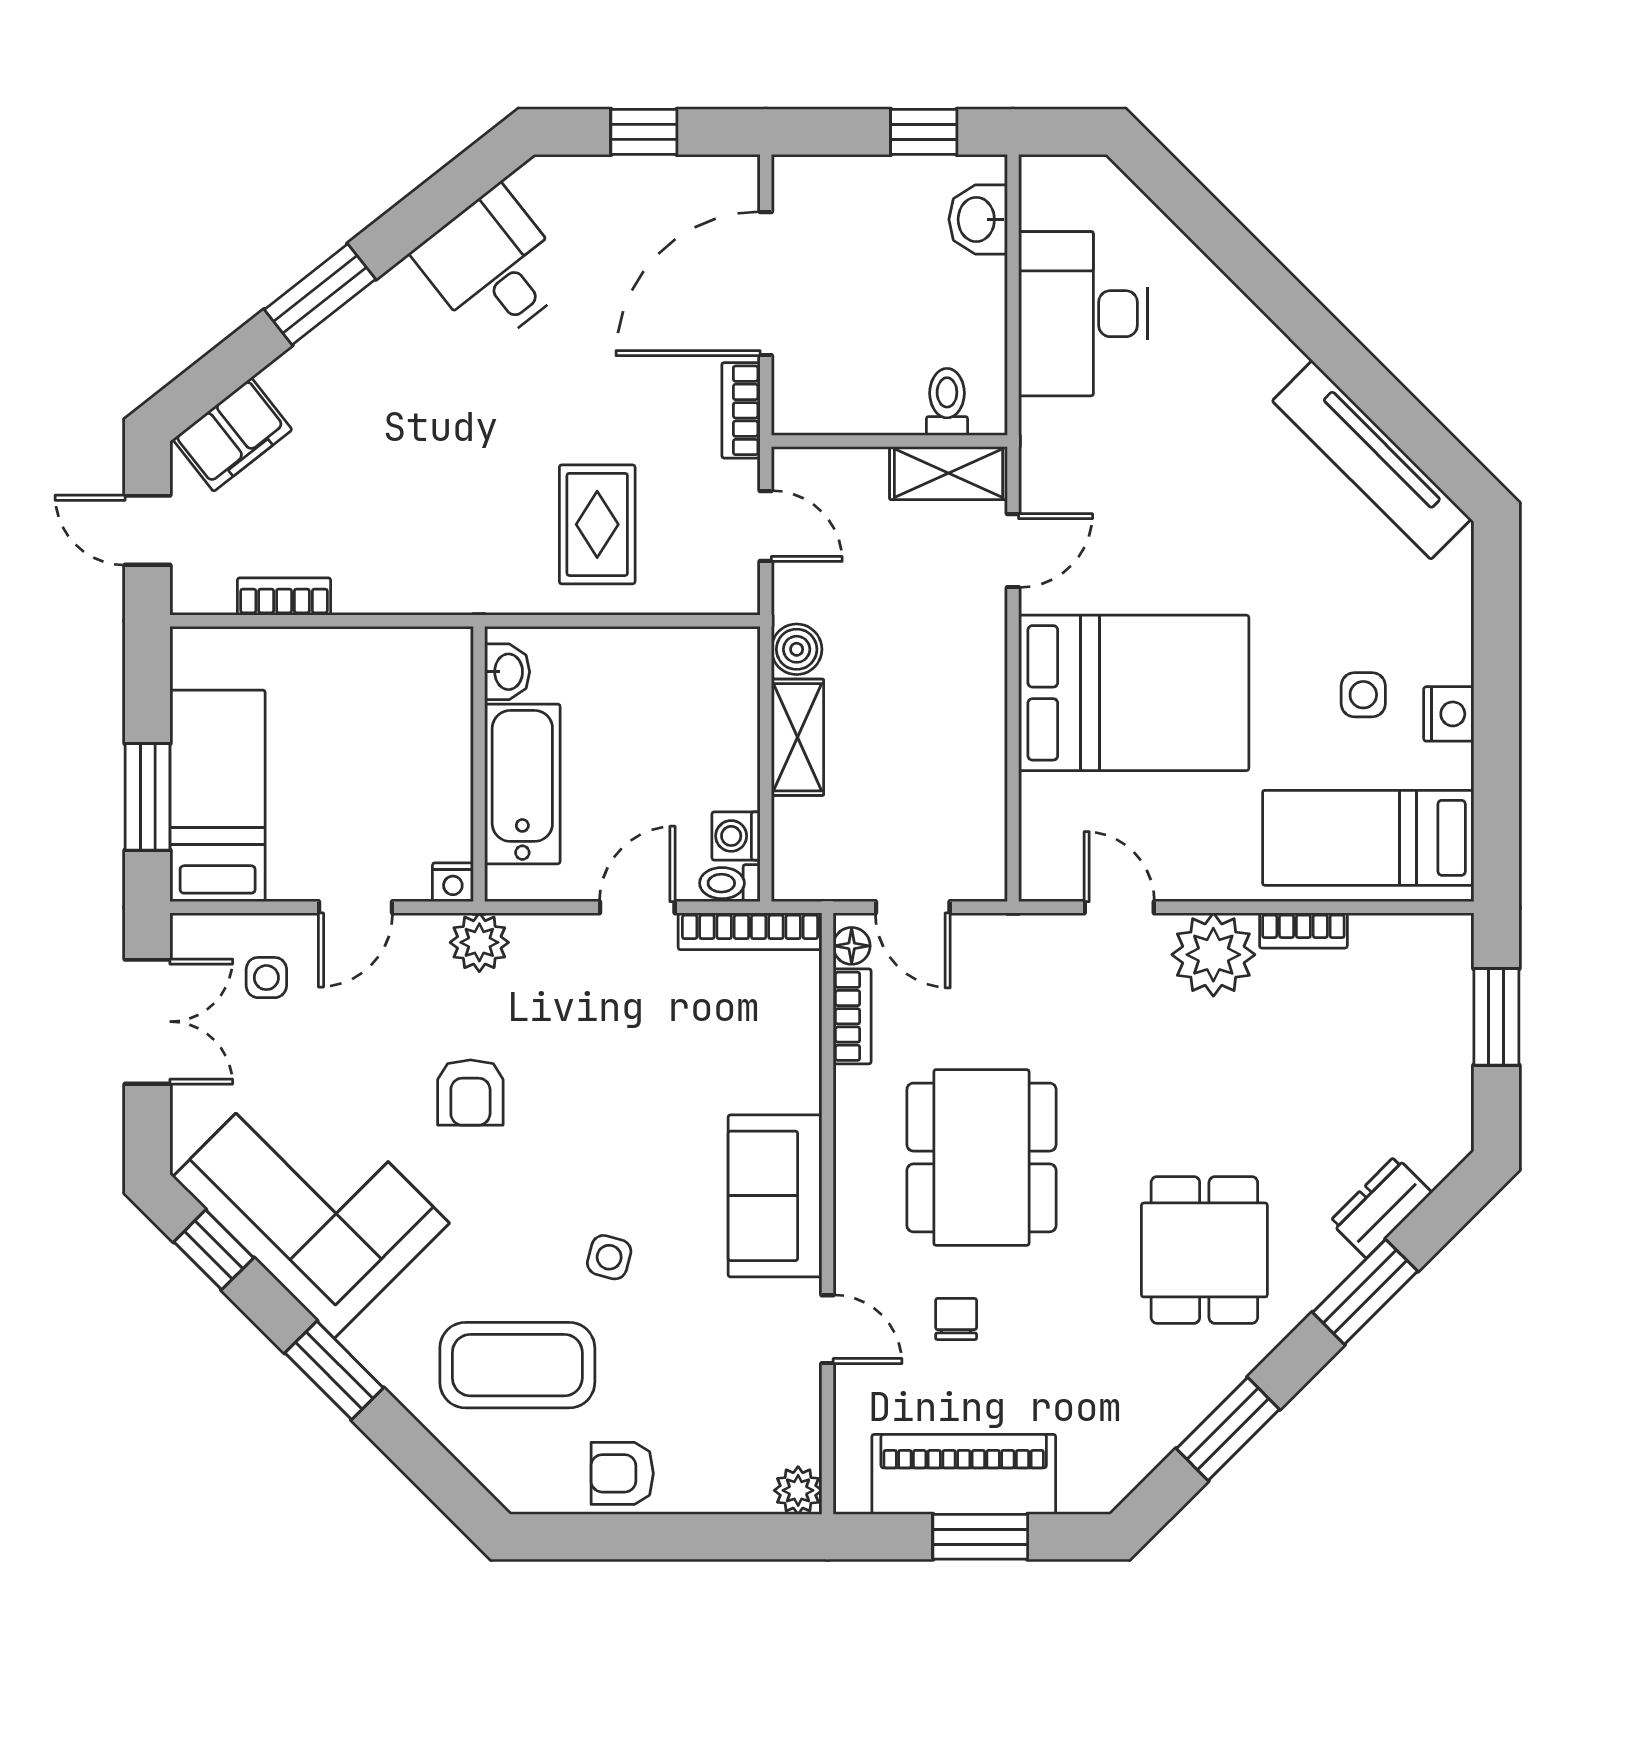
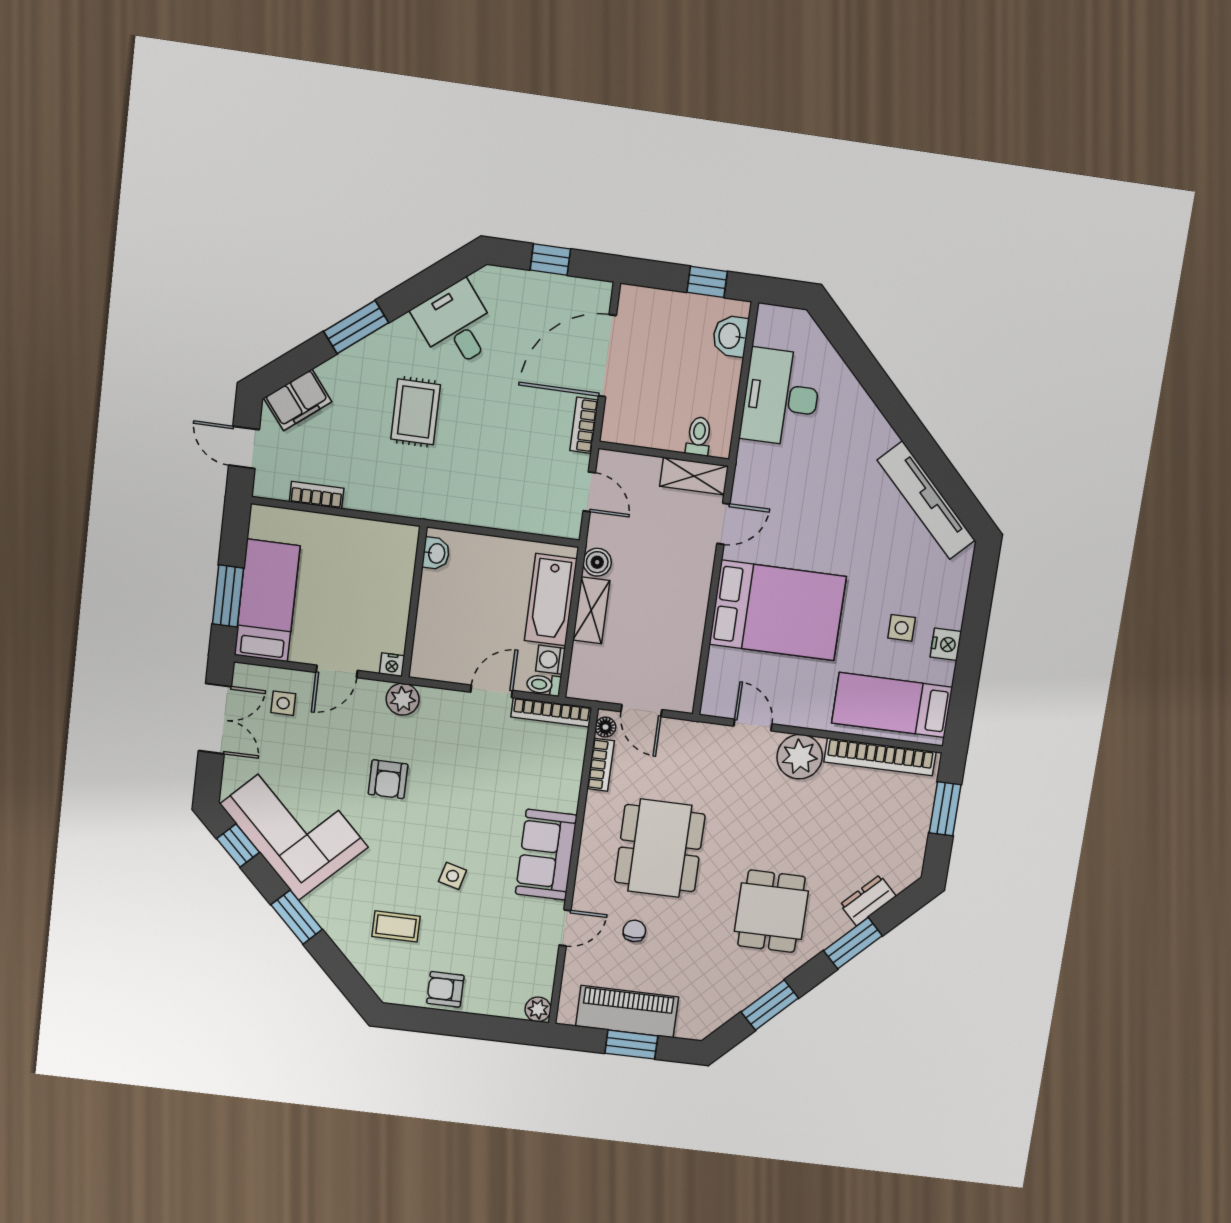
rug: (597, 524) -> (416, 412), moved
bathtub: (522, 784) -> (551, 600), moved, turned 180
bookcase: (1303, 931) -> (880, 757), width x2.31, depth x1.31
door: (828, 1329) -> (565, 928), hinge flipped
coffee table: (517, 1365) -> (396, 926), width x0.54, depth x0.58

